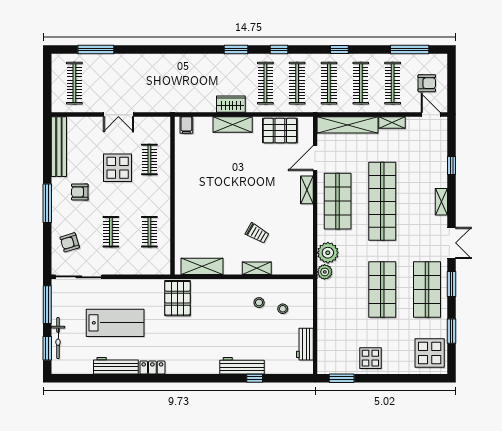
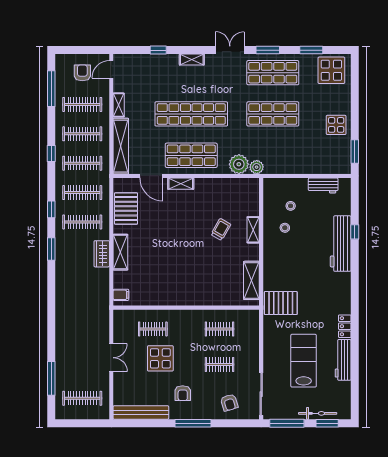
workbench: (242, 366) -> (341, 244), width x1.36, depth x1.32

